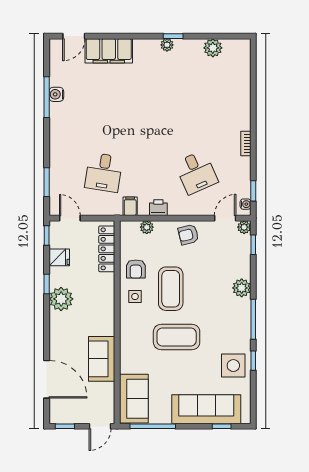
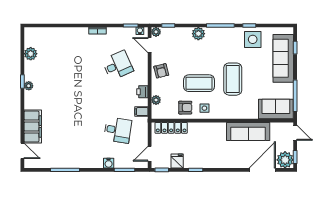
water cooler: (56, 94) -> (109, 163), moved
plant: (61, 299) -> (285, 160), moved
sofa: (102, 359) -> (248, 131), width x1.36

